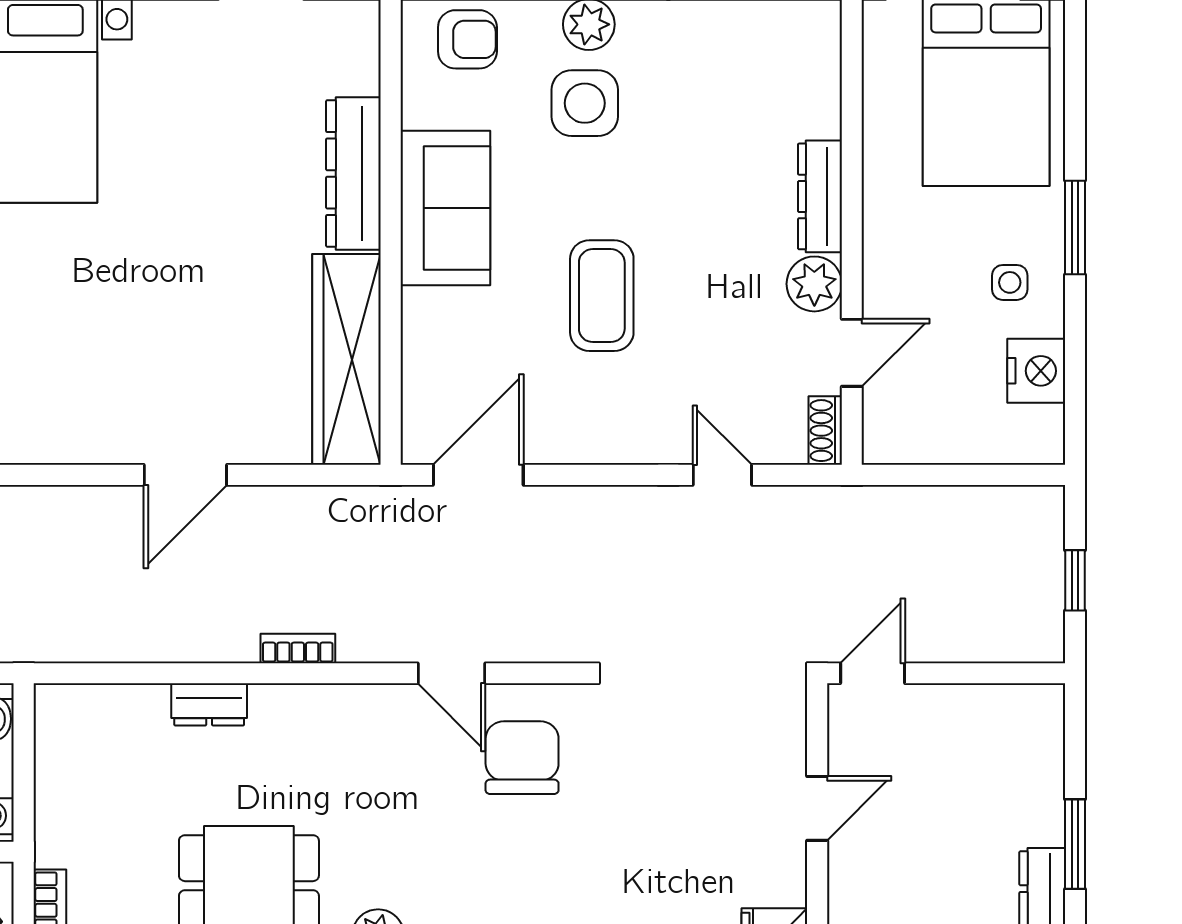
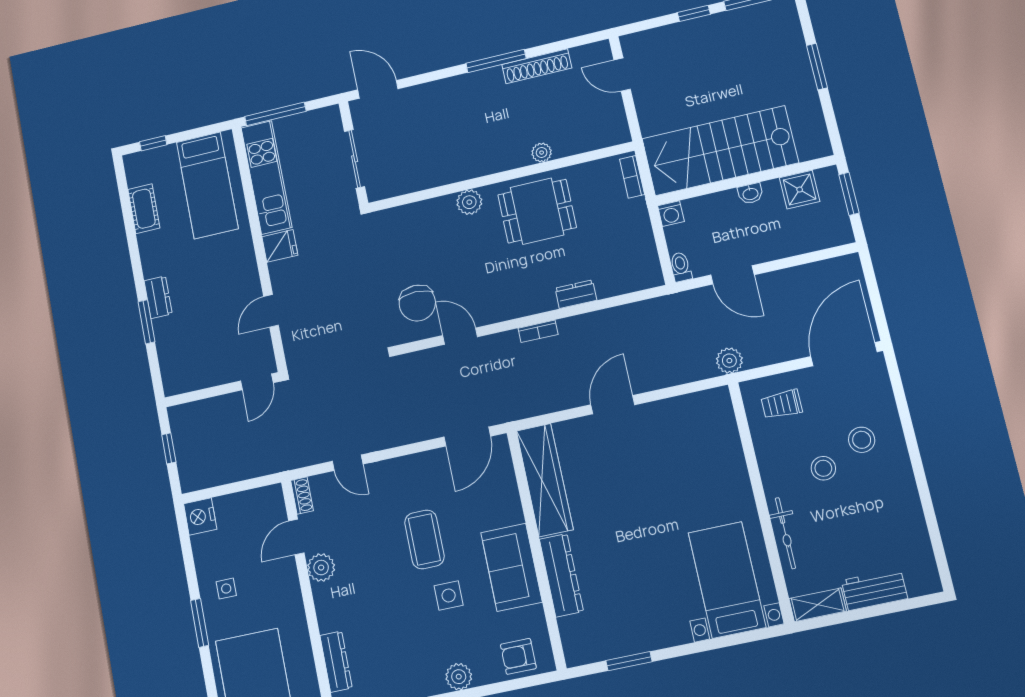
side table: (585, 103) -> (449, 595), moved, width x0.73, depth x0.73
dresser: (820, 196) -> (336, 662), moved
nightstand: (1036, 371) -> (200, 517), moved

